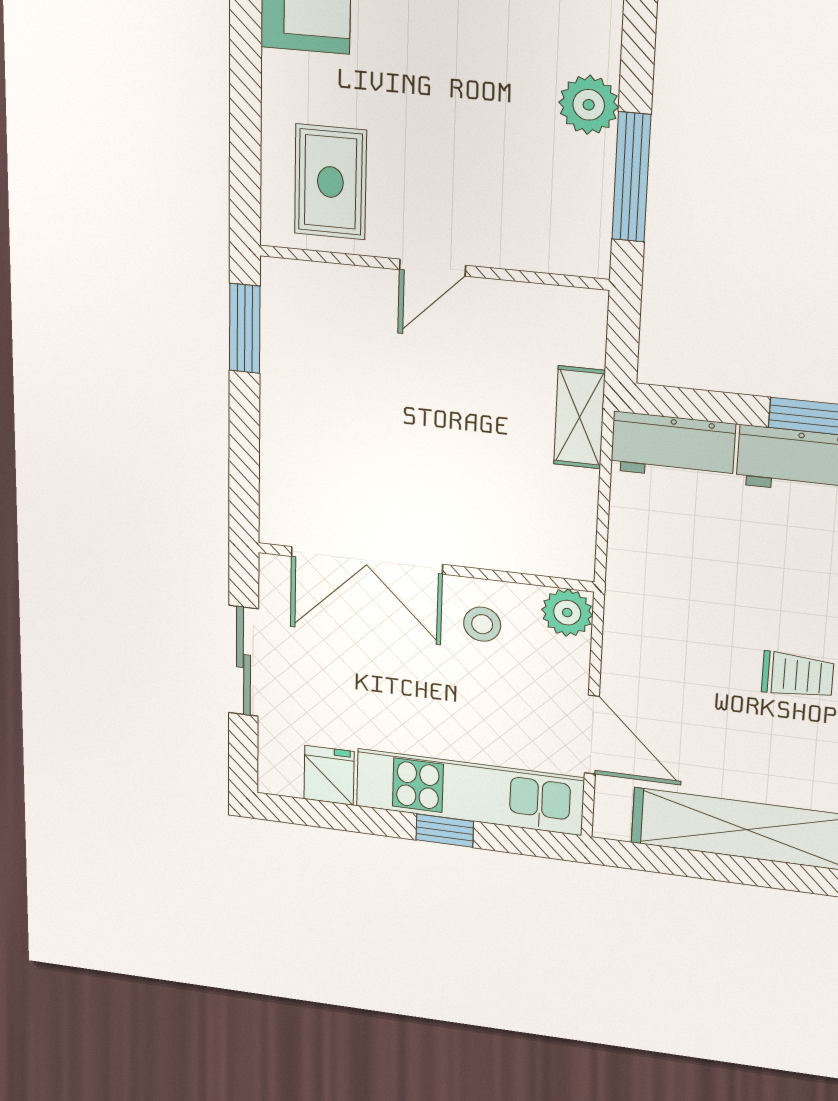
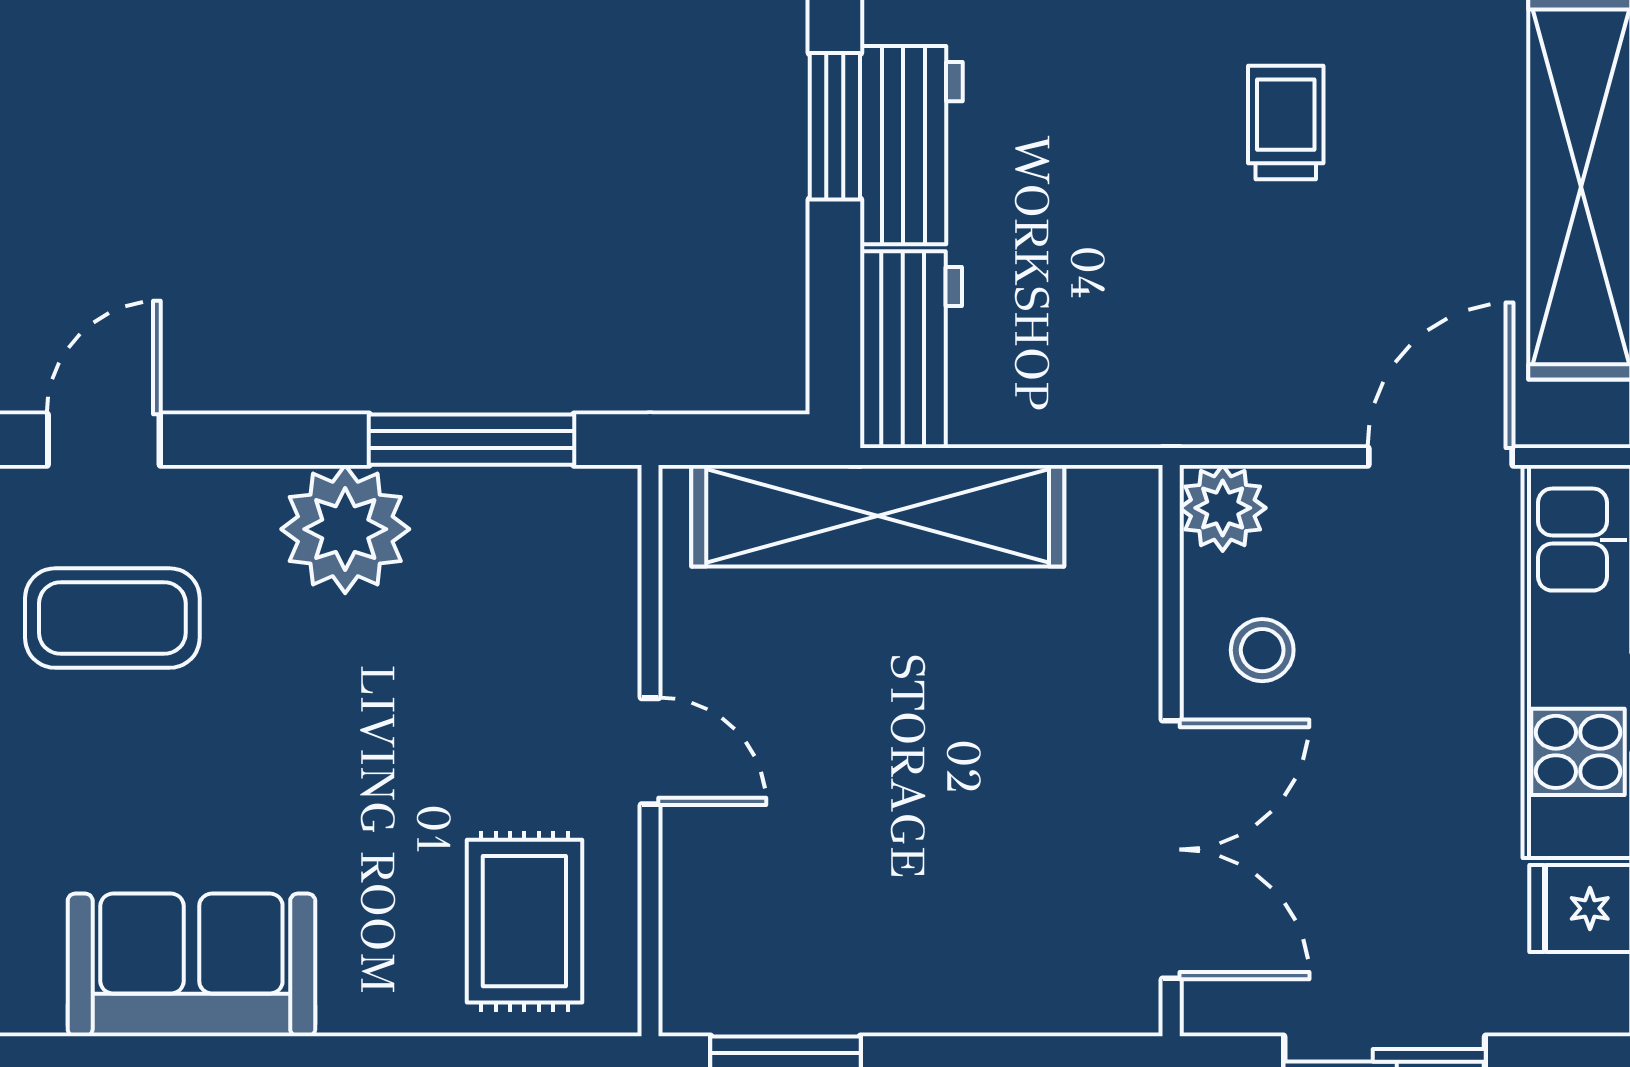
plant: (589, 105) -> (345, 529), width x1.36, depth x1.36
rug: (330, 182) -> (524, 921), turned 90
shelving: (579, 417) -> (878, 516), width x2.20, depth x1.33

